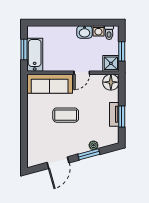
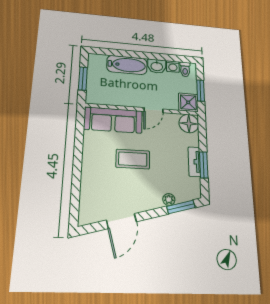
bathtub: (35, 55) -> (127, 65), moved, turned 90
window: (89, 154) -> (181, 207), moved

